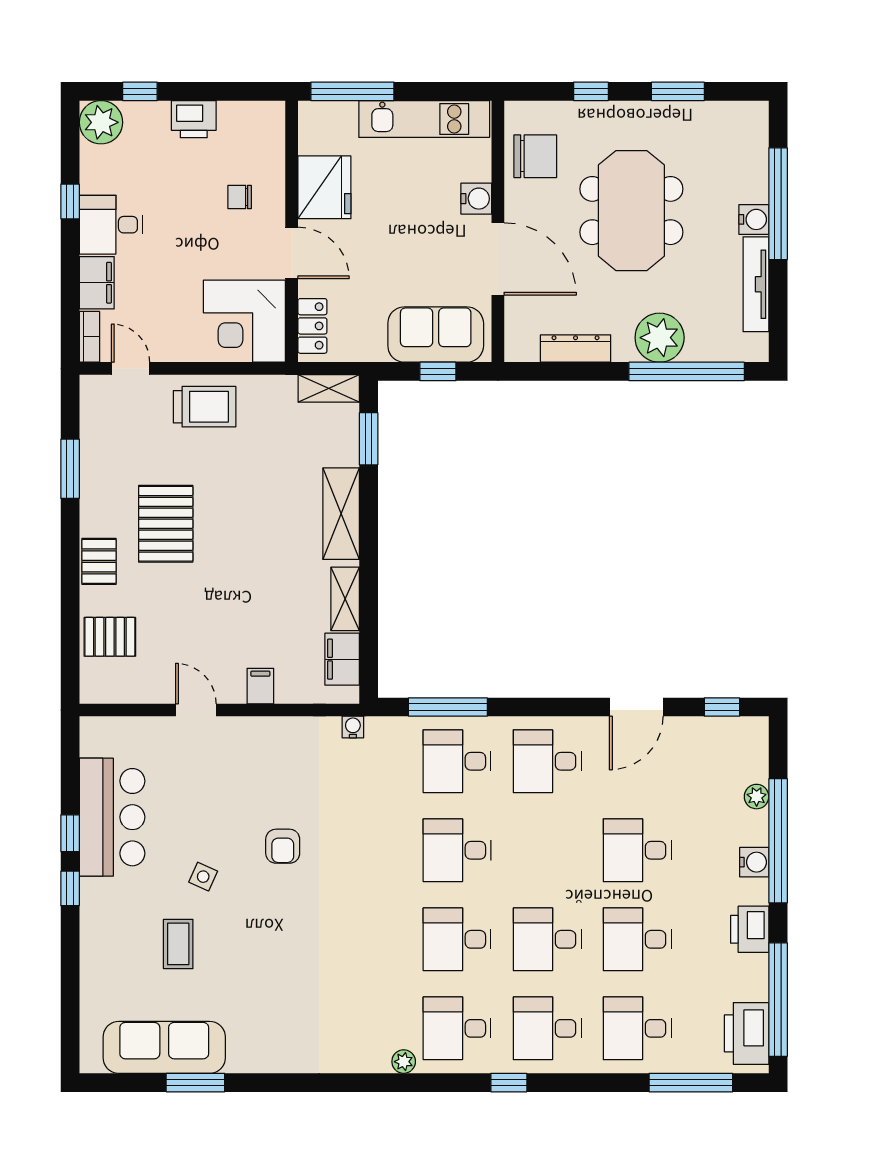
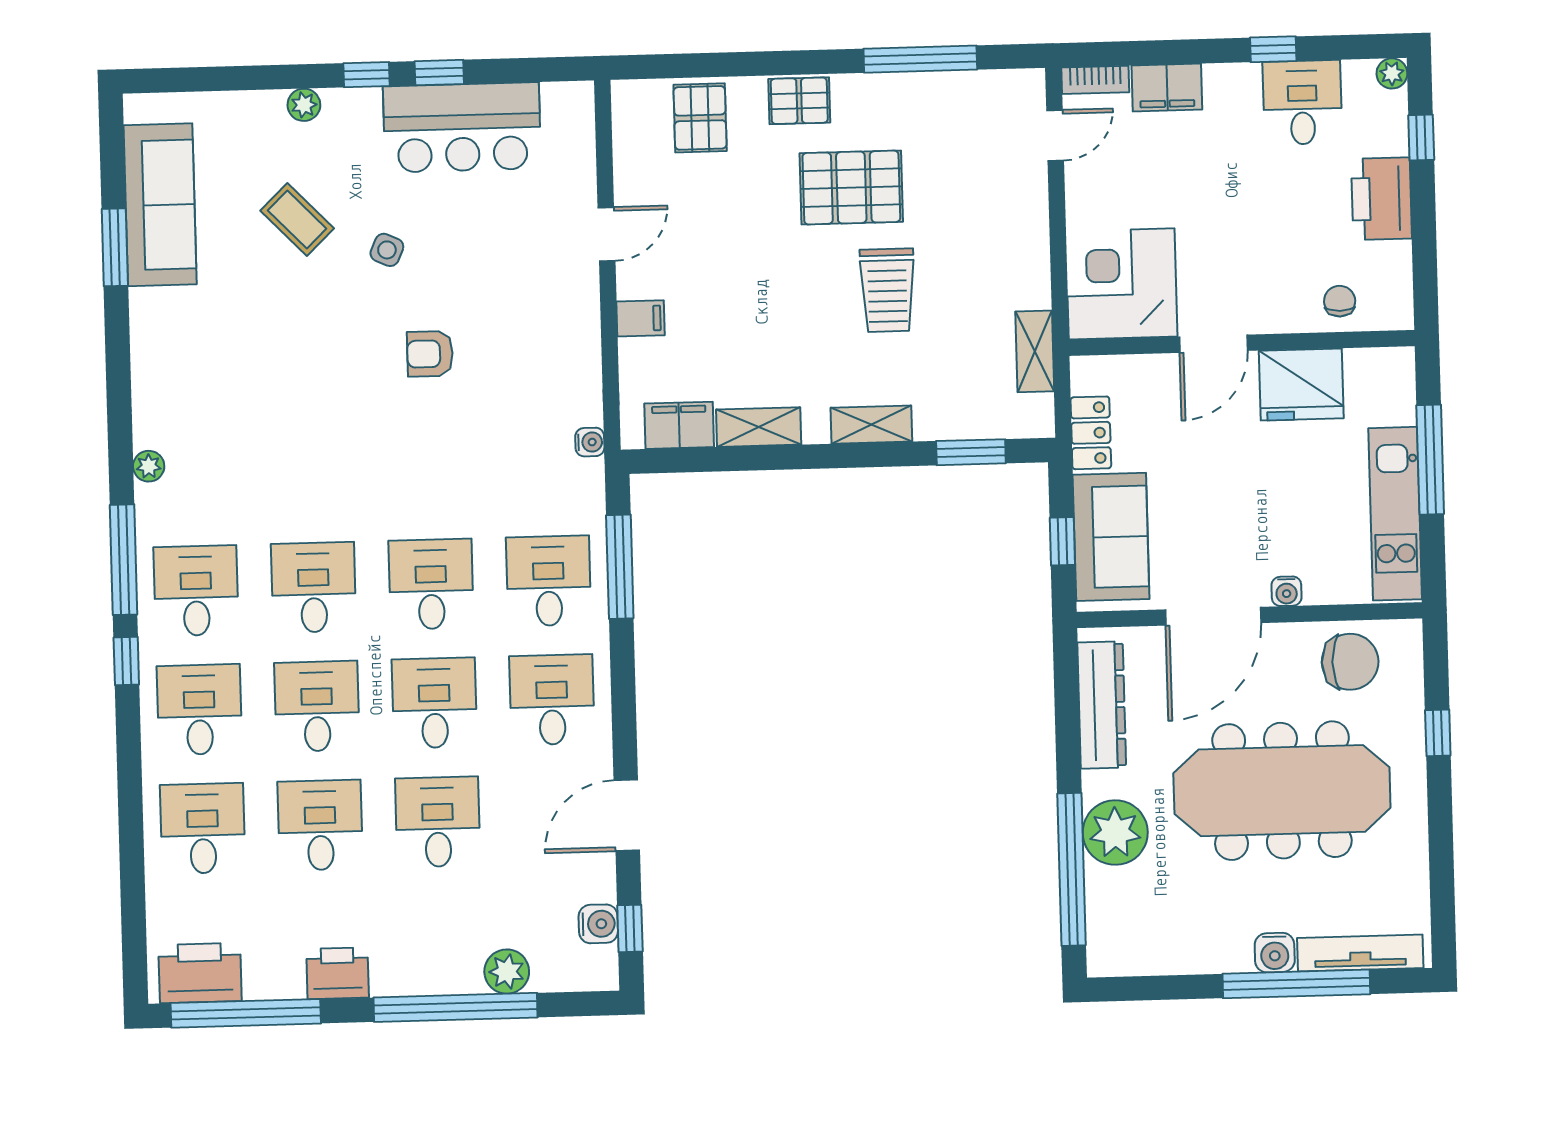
window: (352, 91) -> (1430, 460), moved
window: (678, 91) -> (1441, 848), removed
printer: (194, 119) -> (1381, 199), width x1.37, depth x1.19
plant: (101, 122) -> (1392, 73), width x0.53, depth x0.53
chair: (535, 156) -> (1350, 662), turned -90
chair: (240, 197) -> (1340, 301), moved
water cooler: (476, 199) -> (1287, 591), width x0.72, depth x0.72
meeting table: (631, 211) -> (1282, 791), width x1.36
desk: (111, 225) -> (1302, 102), moved
tv unit: (756, 284) -> (1360, 953), moved
locker: (312, 326) -> (1091, 433), moved, turned -90
dresser: (576, 348) -> (1102, 705), width x1.37, depth x1.24
shelving: (329, 388) -> (1035, 351), moved
trolley: (205, 407) -> (887, 290), moved
window: (70, 469) -> (920, 59), width x1.44
shelving: (341, 514) -> (871, 425), width x0.67, depth x0.75
door: (636, 707) -> (627, 815), hinge flipped
plant: (757, 797) -> (507, 972), width x1.38, depth x1.38
desk: (547, 850) -> (434, 703), added
water cooler: (754, 862) -> (598, 924), moved, turned -90
plant: (92, 936) -> (304, 105), added
coffee table: (178, 944) -> (297, 219), turned 46
plant: (404, 1062) -> (149, 466), moved
window: (691, 1083) -> (124, 560), moved

